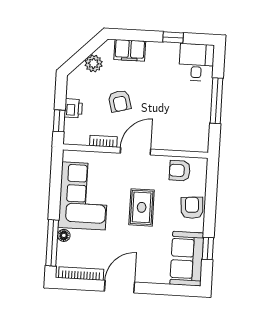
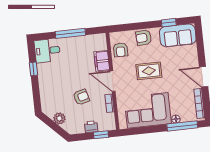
filing cabinet: (130, 50) -> (102, 61), moved, turned 180

